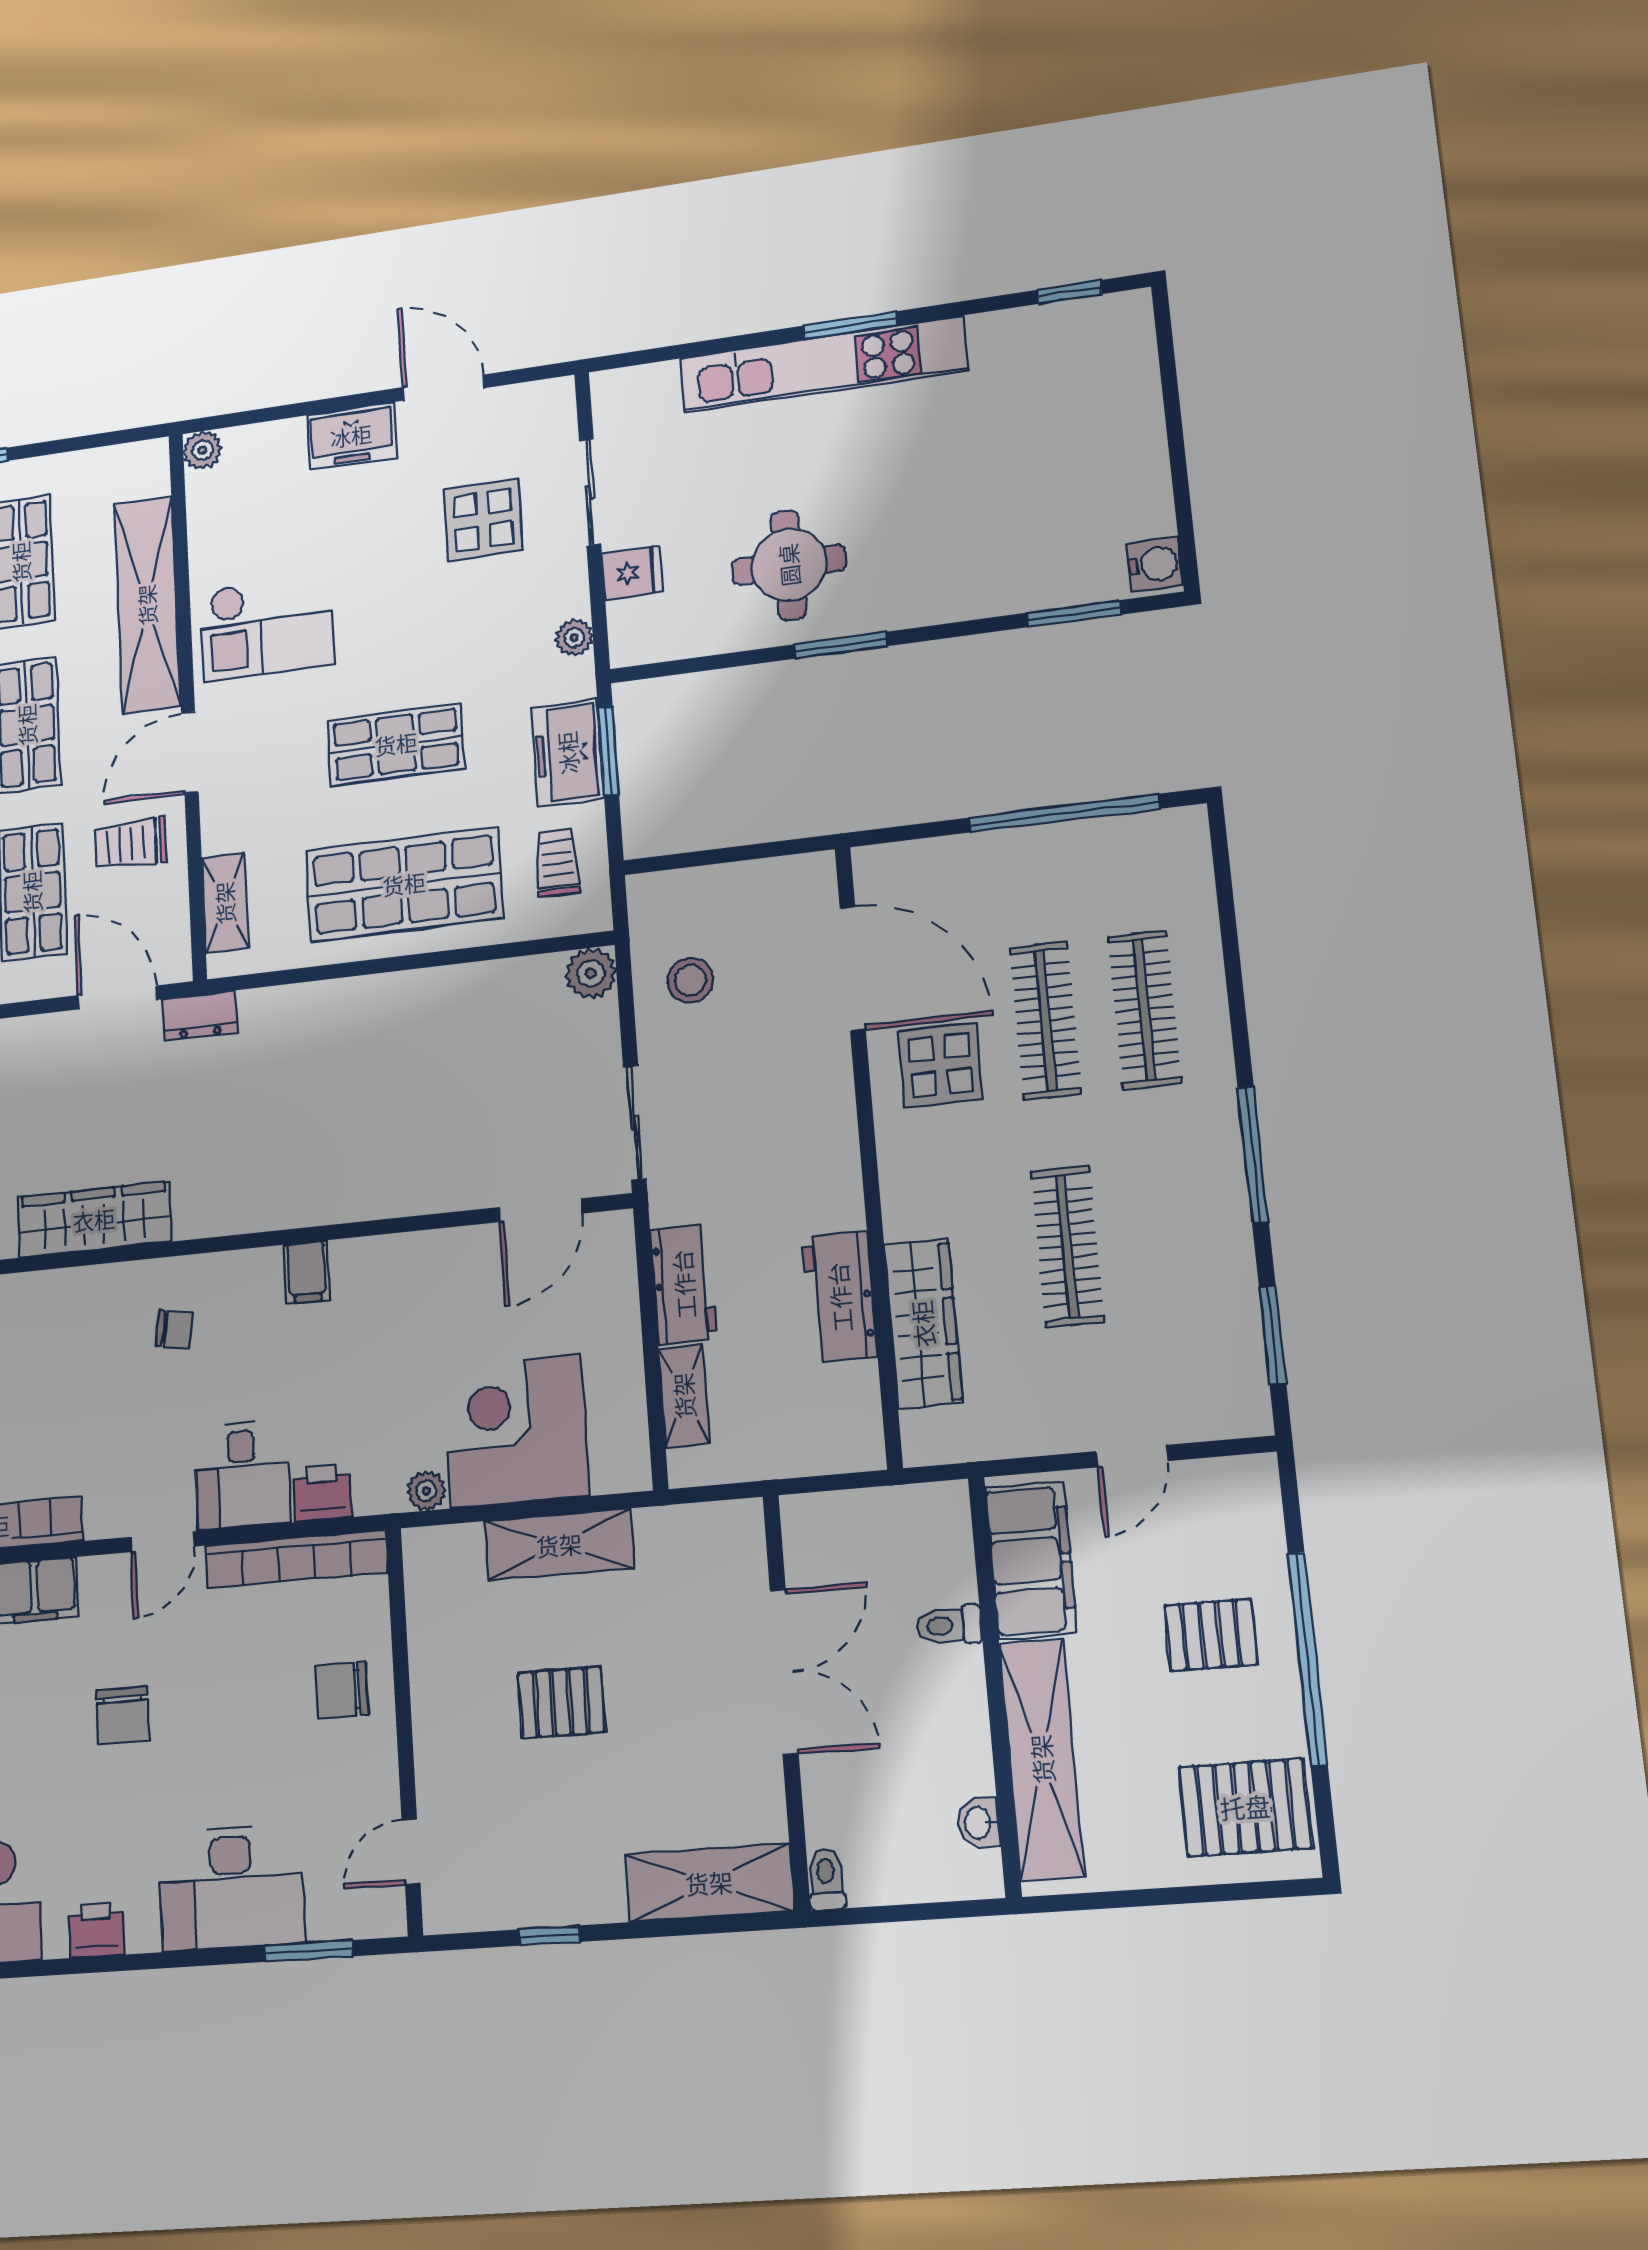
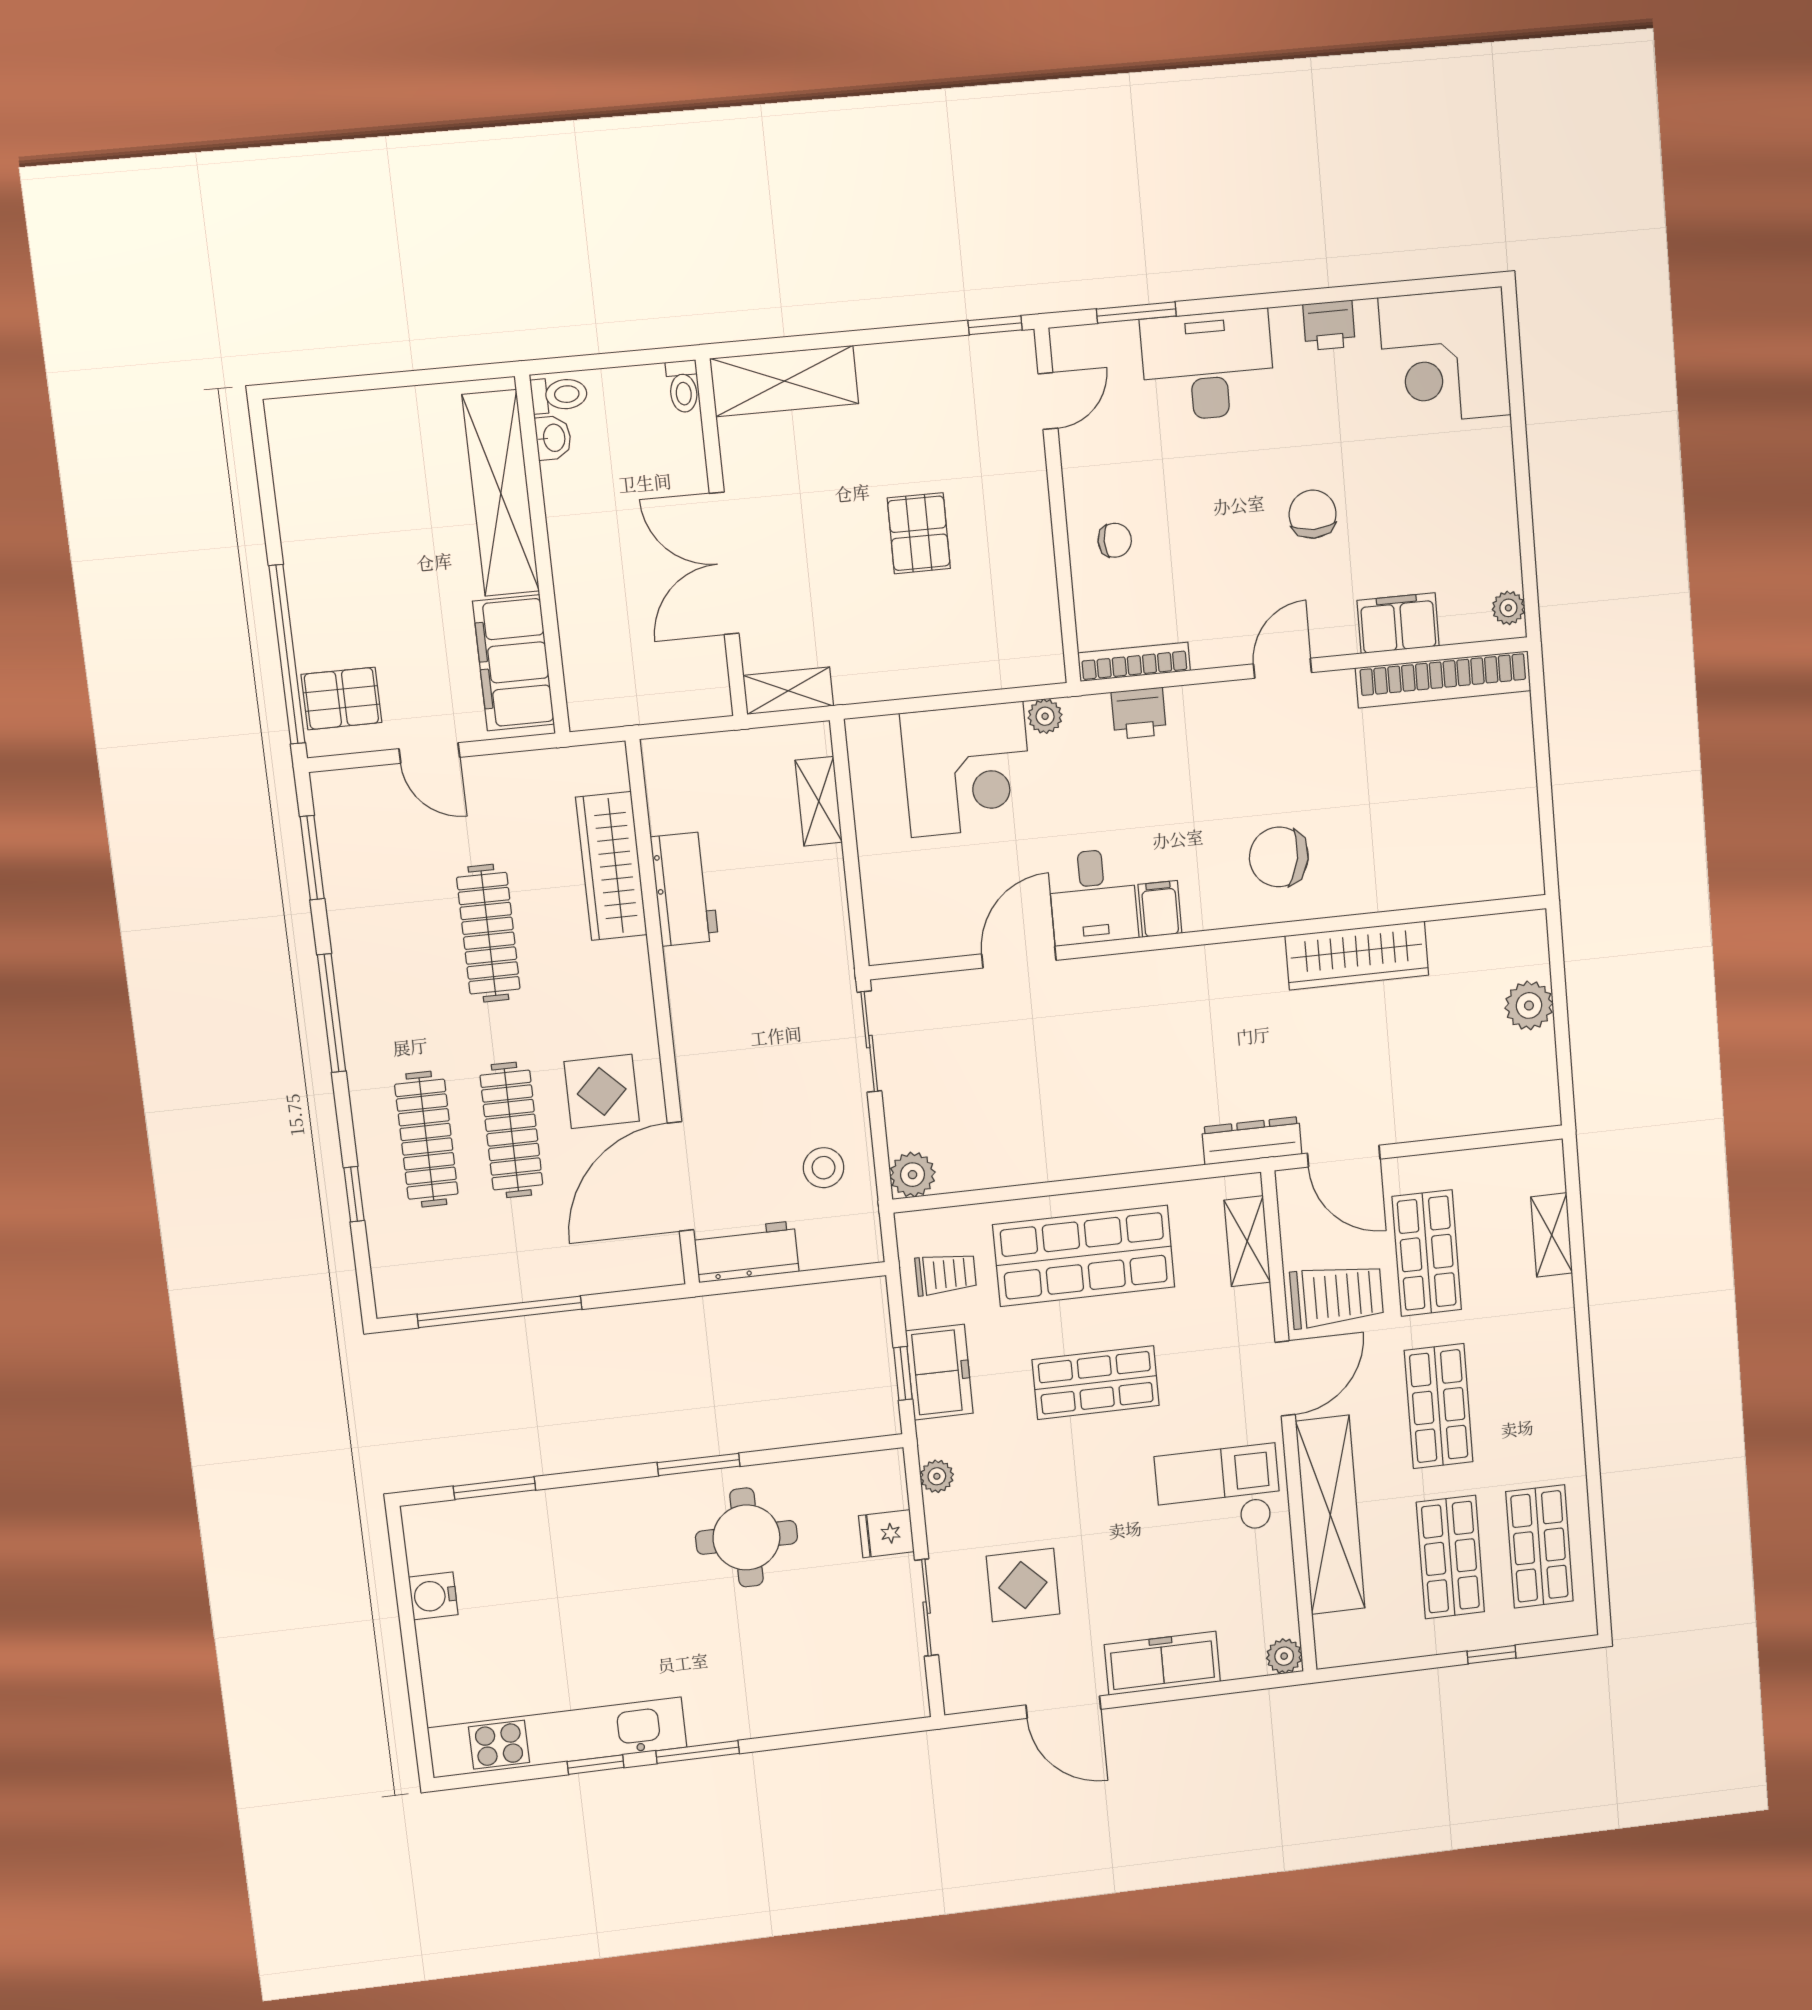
window: (1069, 292) -> (596, 1765), moved
kitchen unit: (823, 365) -> (557, 1737), moved
freezer: (351, 436) -> (1162, 1663), width x1.40
water cooler: (1155, 564) -> (433, 1596), moved
window: (608, 751) -> (903, 1373), width x0.67
trolley: (131, 844) -> (1337, 1296), width x1.36, depth x1.39
trolley: (557, 862) -> (946, 1274), turned -90
window: (1230, 946) -> (354, 1194), added
door: (853, 969) -> (680, 1177), hinge flipped
dresser: (200, 1016) -> (1252, 1141), width x1.44
door: (540, 1210) -> (1019, 957), moved
workbench: (684, 1284) -> (746, 1252), moved, turned 90
chair: (174, 1330) -> (1279, 857), width x1.87, depth x1.87
door: (1132, 1456) -> (429, 753), swing flipped
desk: (242, 1475) -> (1093, 897), moved, turned 180
shelving: (559, 1545) -> (788, 691), moved, width x0.67, depth x0.75
bookcase: (296, 1559) -> (1134, 662), width x0.68, depth x0.76
toilet: (949, 1625) -> (559, 395), moved
pallet: (1211, 1635) -> (341, 698), moved
window: (1308, 1658) -> (287, 654), moved
chair: (342, 1690) -> (1115, 540), width x0.73, depth x0.73
pallet: (561, 1703) -> (919, 533), turned 90
pallet: (1245, 1807) -> (328, 456), removed
window: (549, 1936) -> (995, 325), moved

